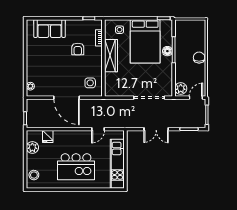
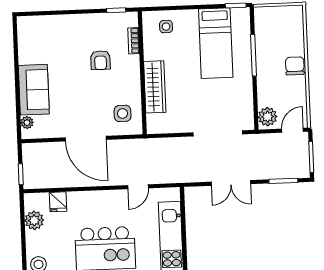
sofa: (50, 29) -> (34, 90), moved, turned -90
bed: (145, 41) -> (216, 43), width x0.67
floor lamp: (167, 51) -> (244, 58), removed
wardrobe: (111, 56) -> (155, 87), moved

